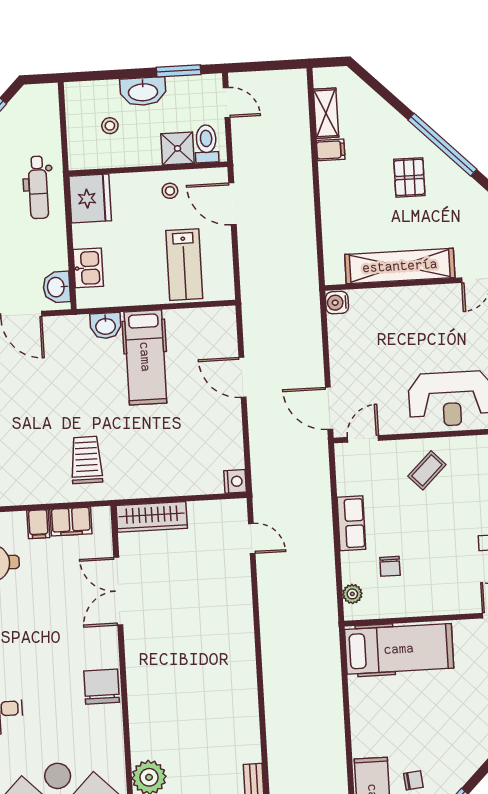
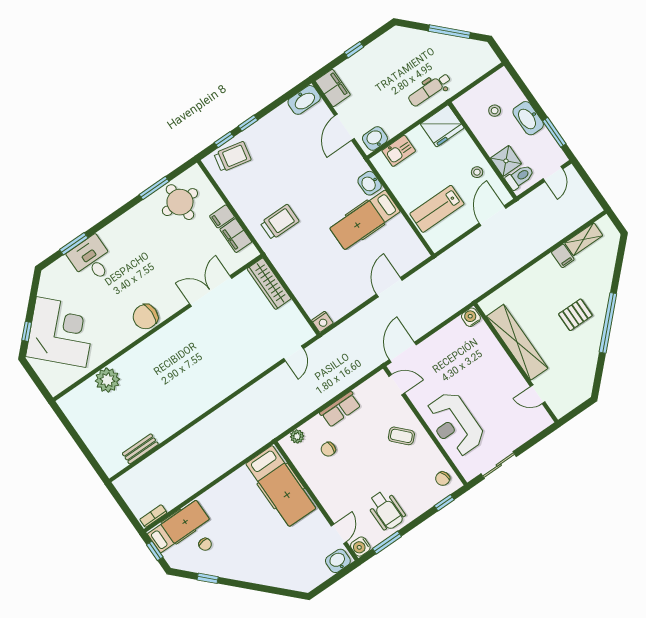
chair: (102, 687) -> (146, 317), turned 180

